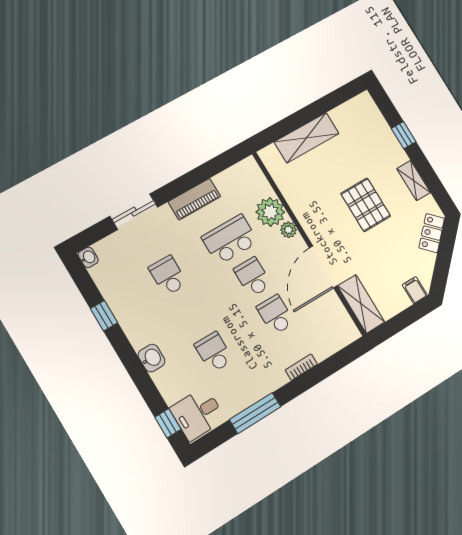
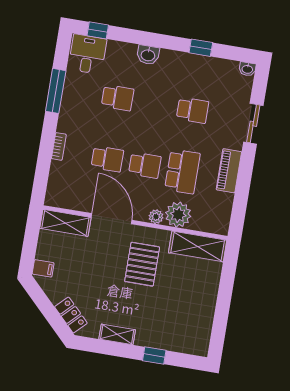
shelving: (307, 138) -> (198, 246), moved, turned 90
pallet: (366, 205) -> (142, 264), moved, turned 90

